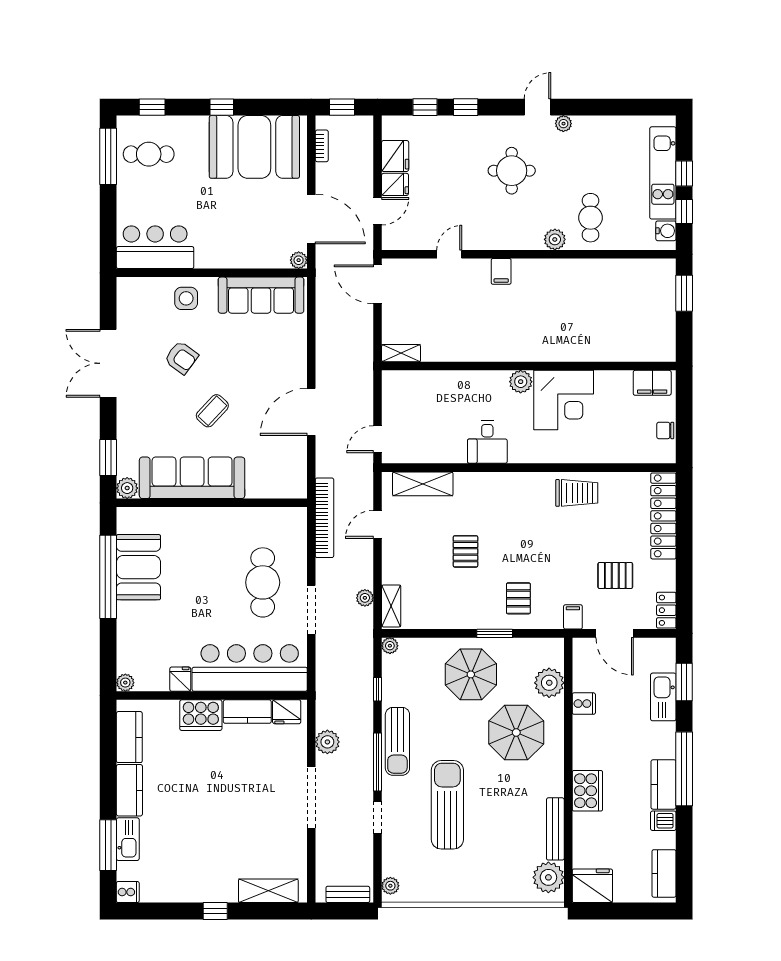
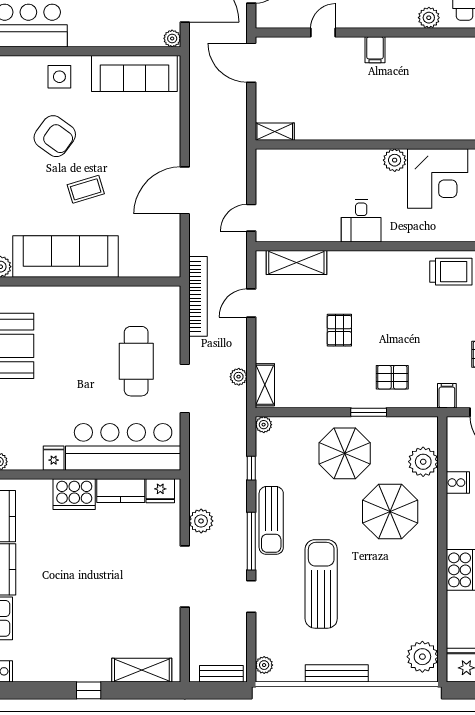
armchair: (181, 358) -> (55, 136), width x1.38, depth x1.38
coffee table: (212, 411) -> (86, 189), turned 30
pallet: (518, 598) -> (392, 377), turned 90
bench: (555, 829) -> (337, 673), moved, turned 90

